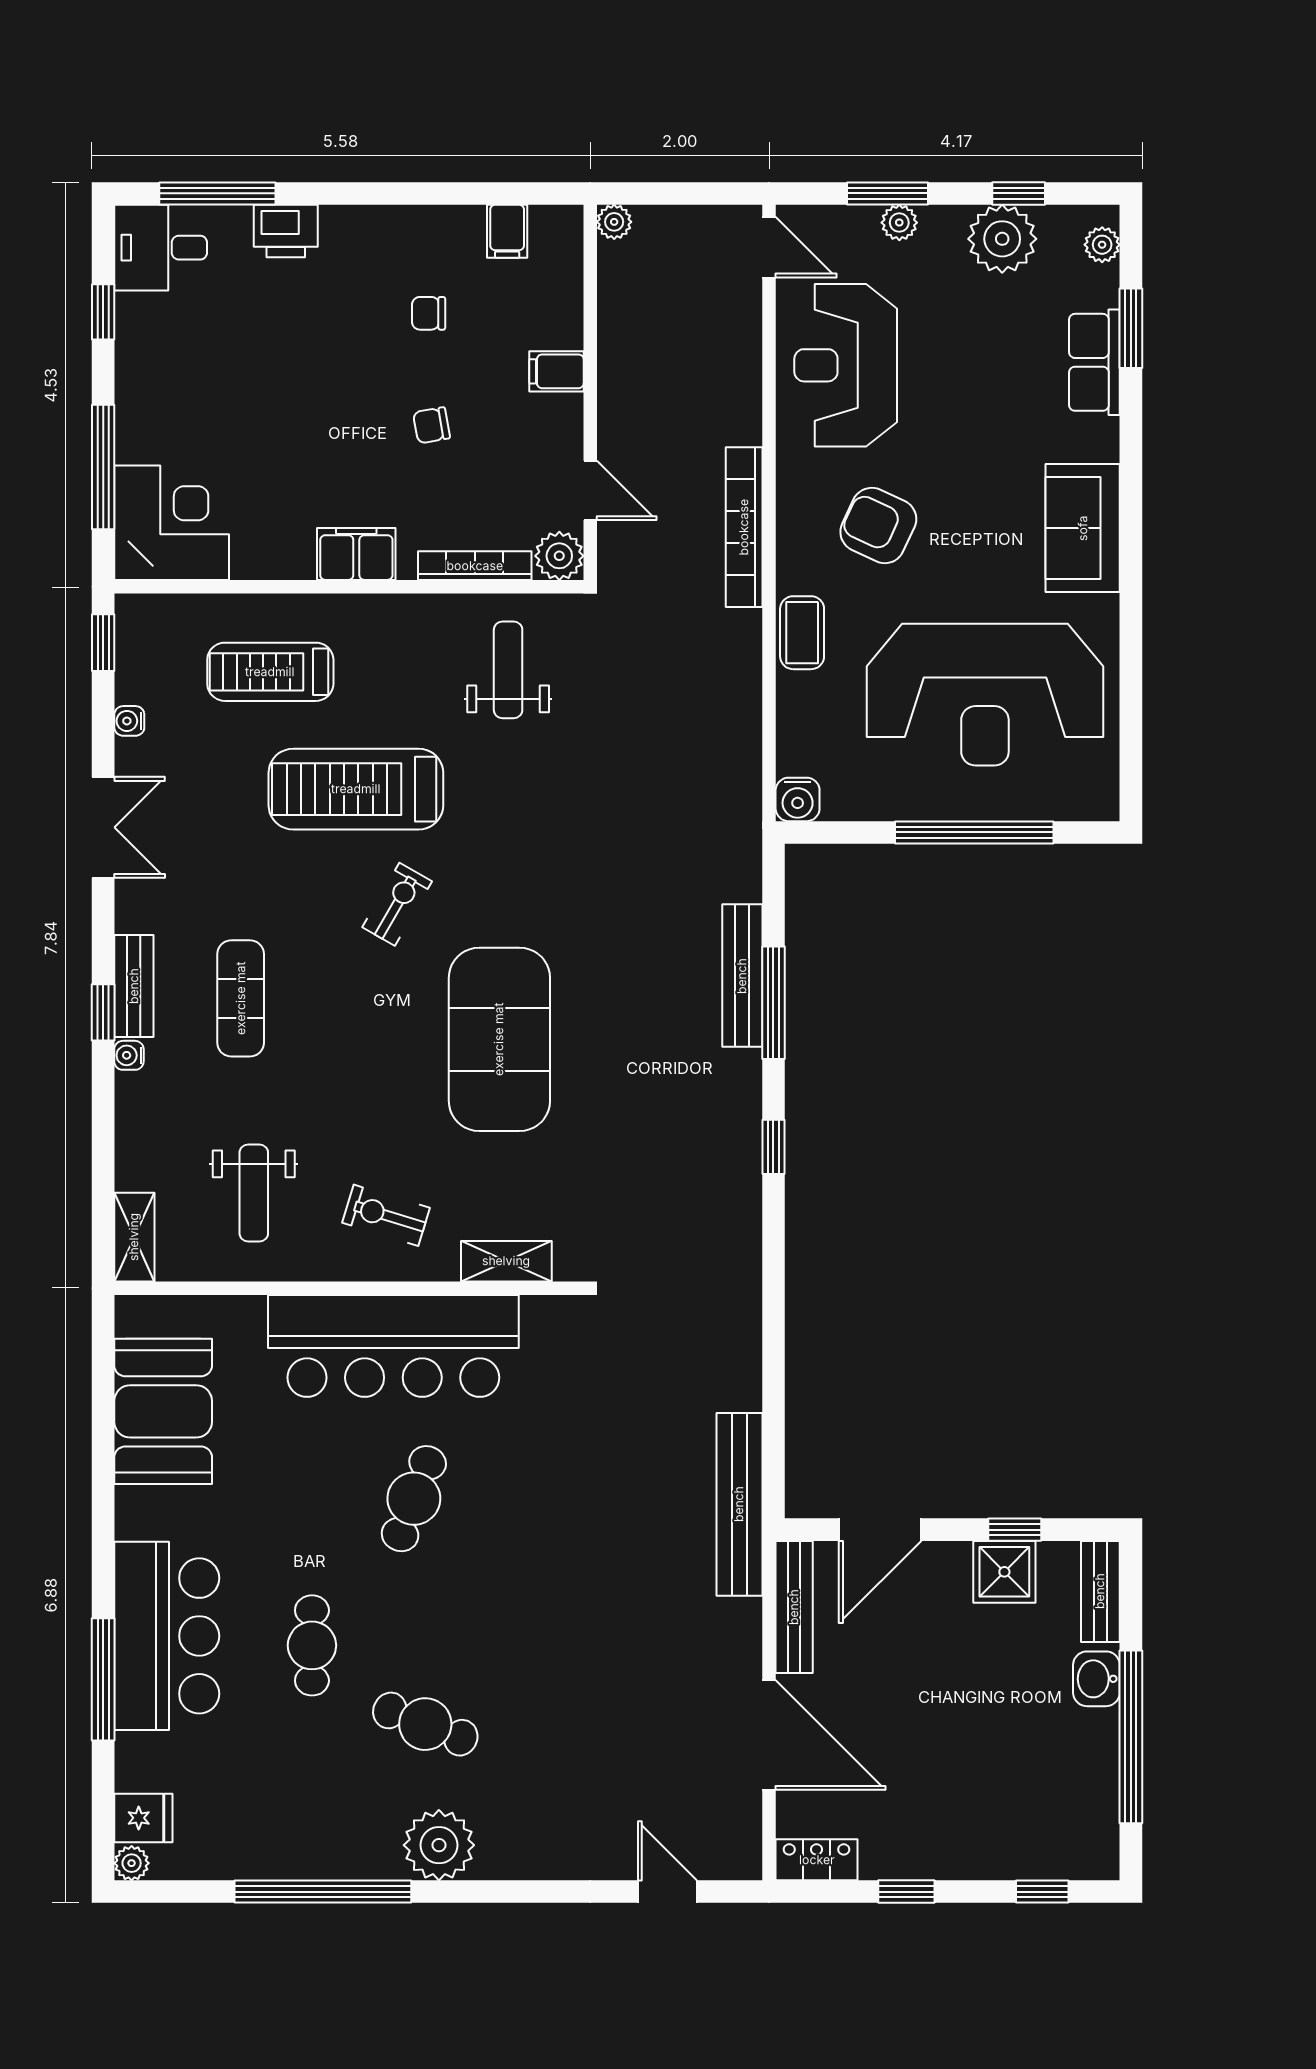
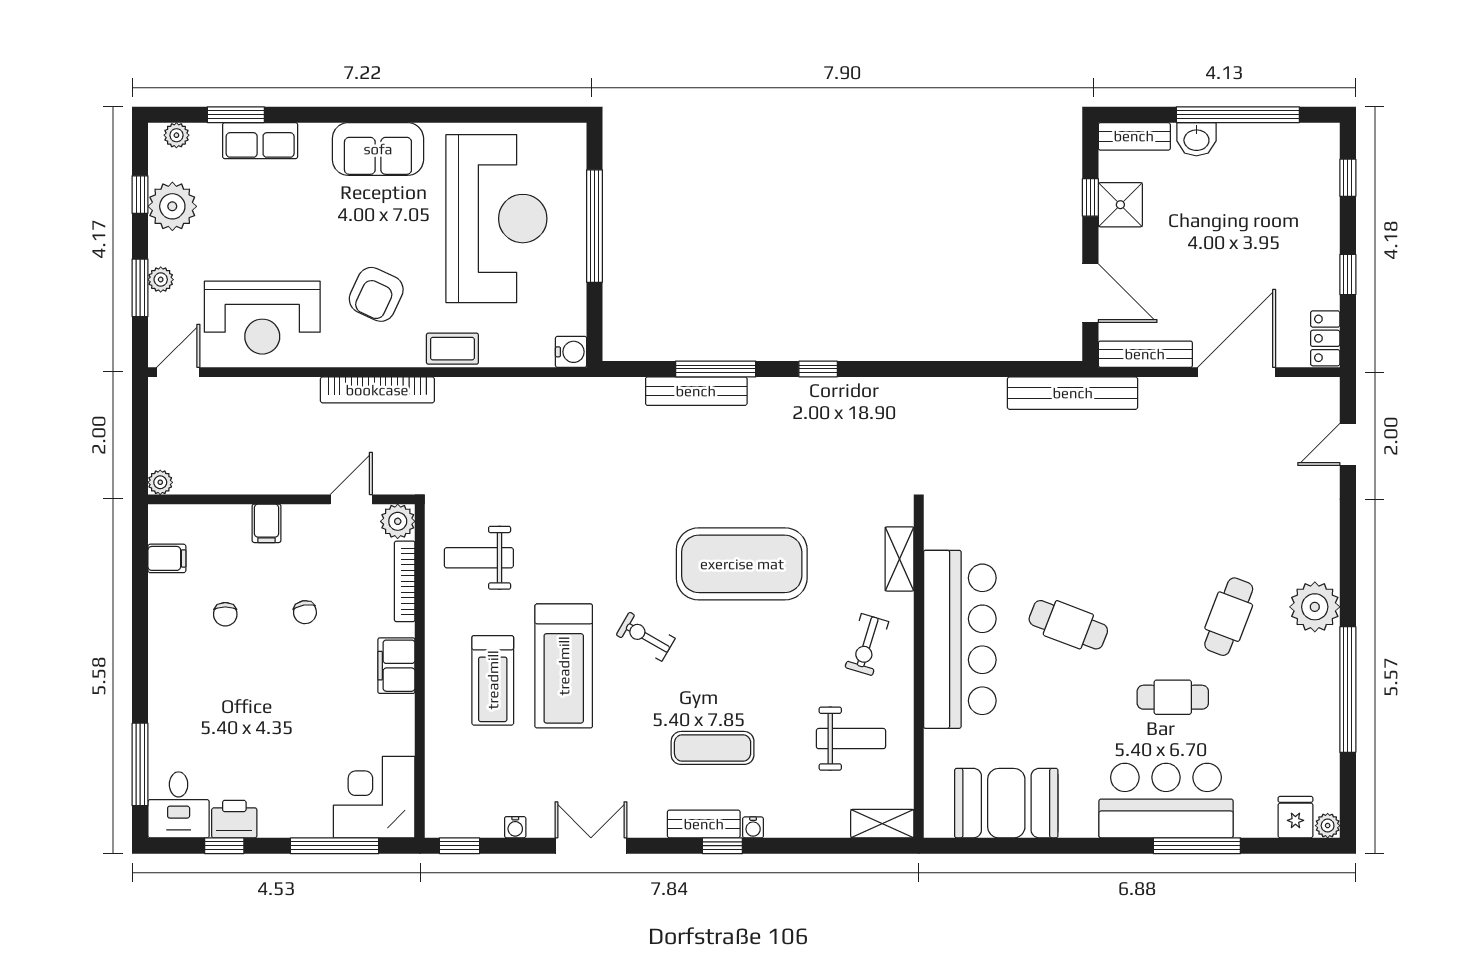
printer: (286, 231) -> (234, 819), moved, turned -90
treadmill: (270, 672) -> (493, 680), moved

